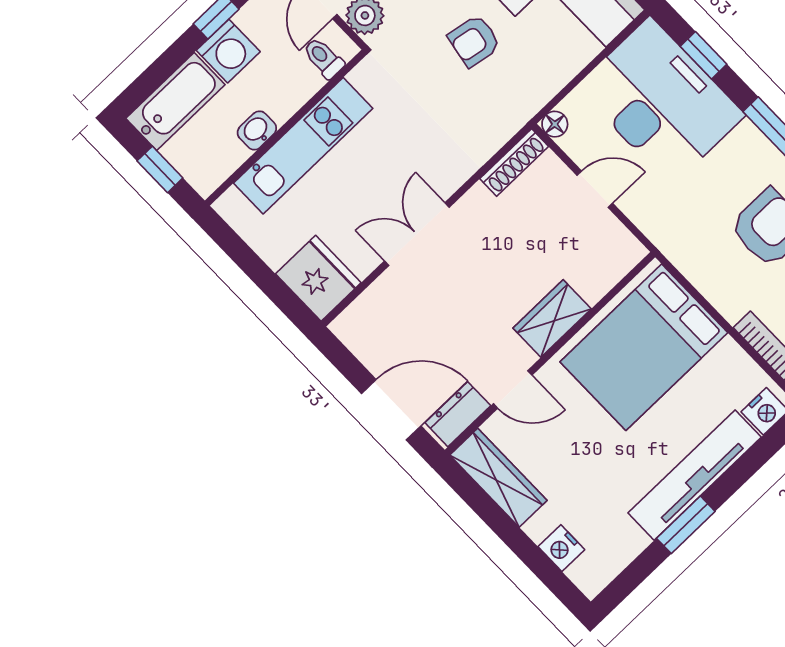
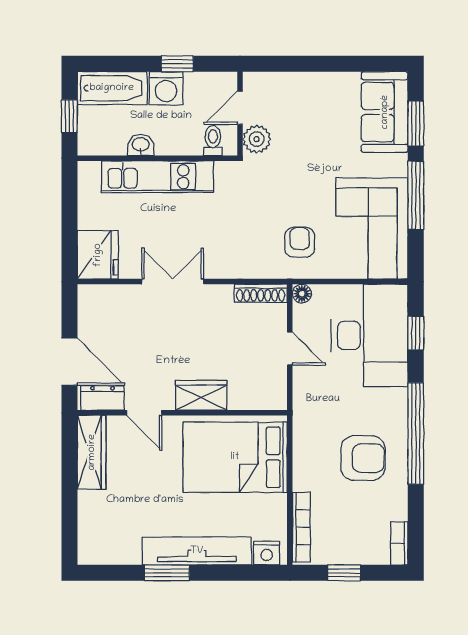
armchair: (474, 41) -> (300, 242), moved, turned 80
nightstand: (561, 548) -> (89, 522), removed

